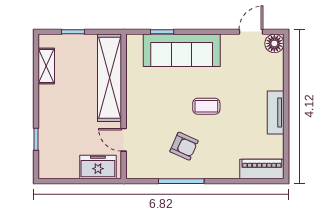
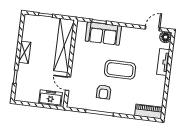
sofa: (182, 50) -> (103, 33), width x0.73
shelving: (46, 66) -> (25, 52), moved
coffee table: (206, 106) -> (120, 70), width x1.86, depth x1.72
tv unit: (276, 113) -> (163, 62), moved
armchair: (184, 146) -> (104, 92), turned 66

